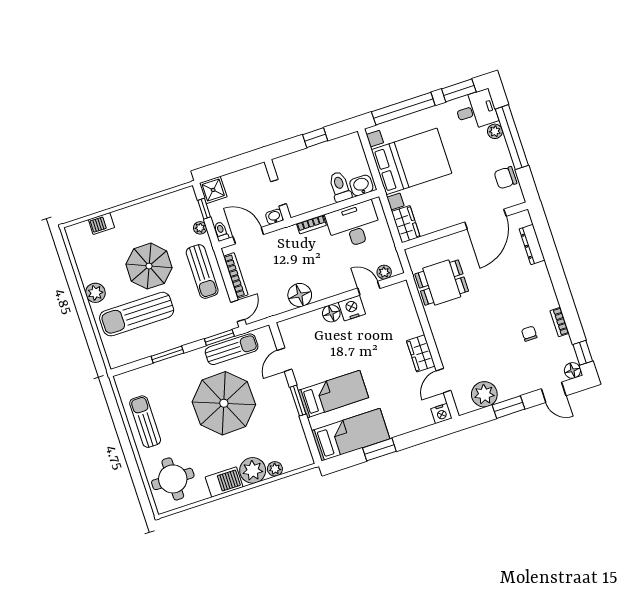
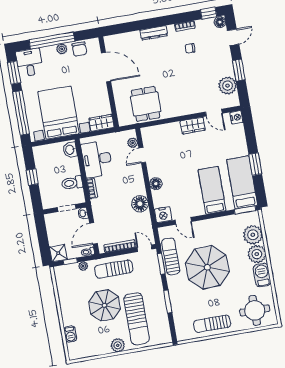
plant: (495, 131) -> (62, 49), moved
toilet: (340, 187) -> (72, 183), moved
dresser: (532, 245) -> (154, 33), moved
sun lounger: (202, 271) -> (114, 269), turned 180
nightstand: (352, 308) -> (163, 215), moved, turned -90
window: (298, 401) -> (245, 210), moved
plant: (275, 469) -> (253, 235), width x1.87, depth x1.87

